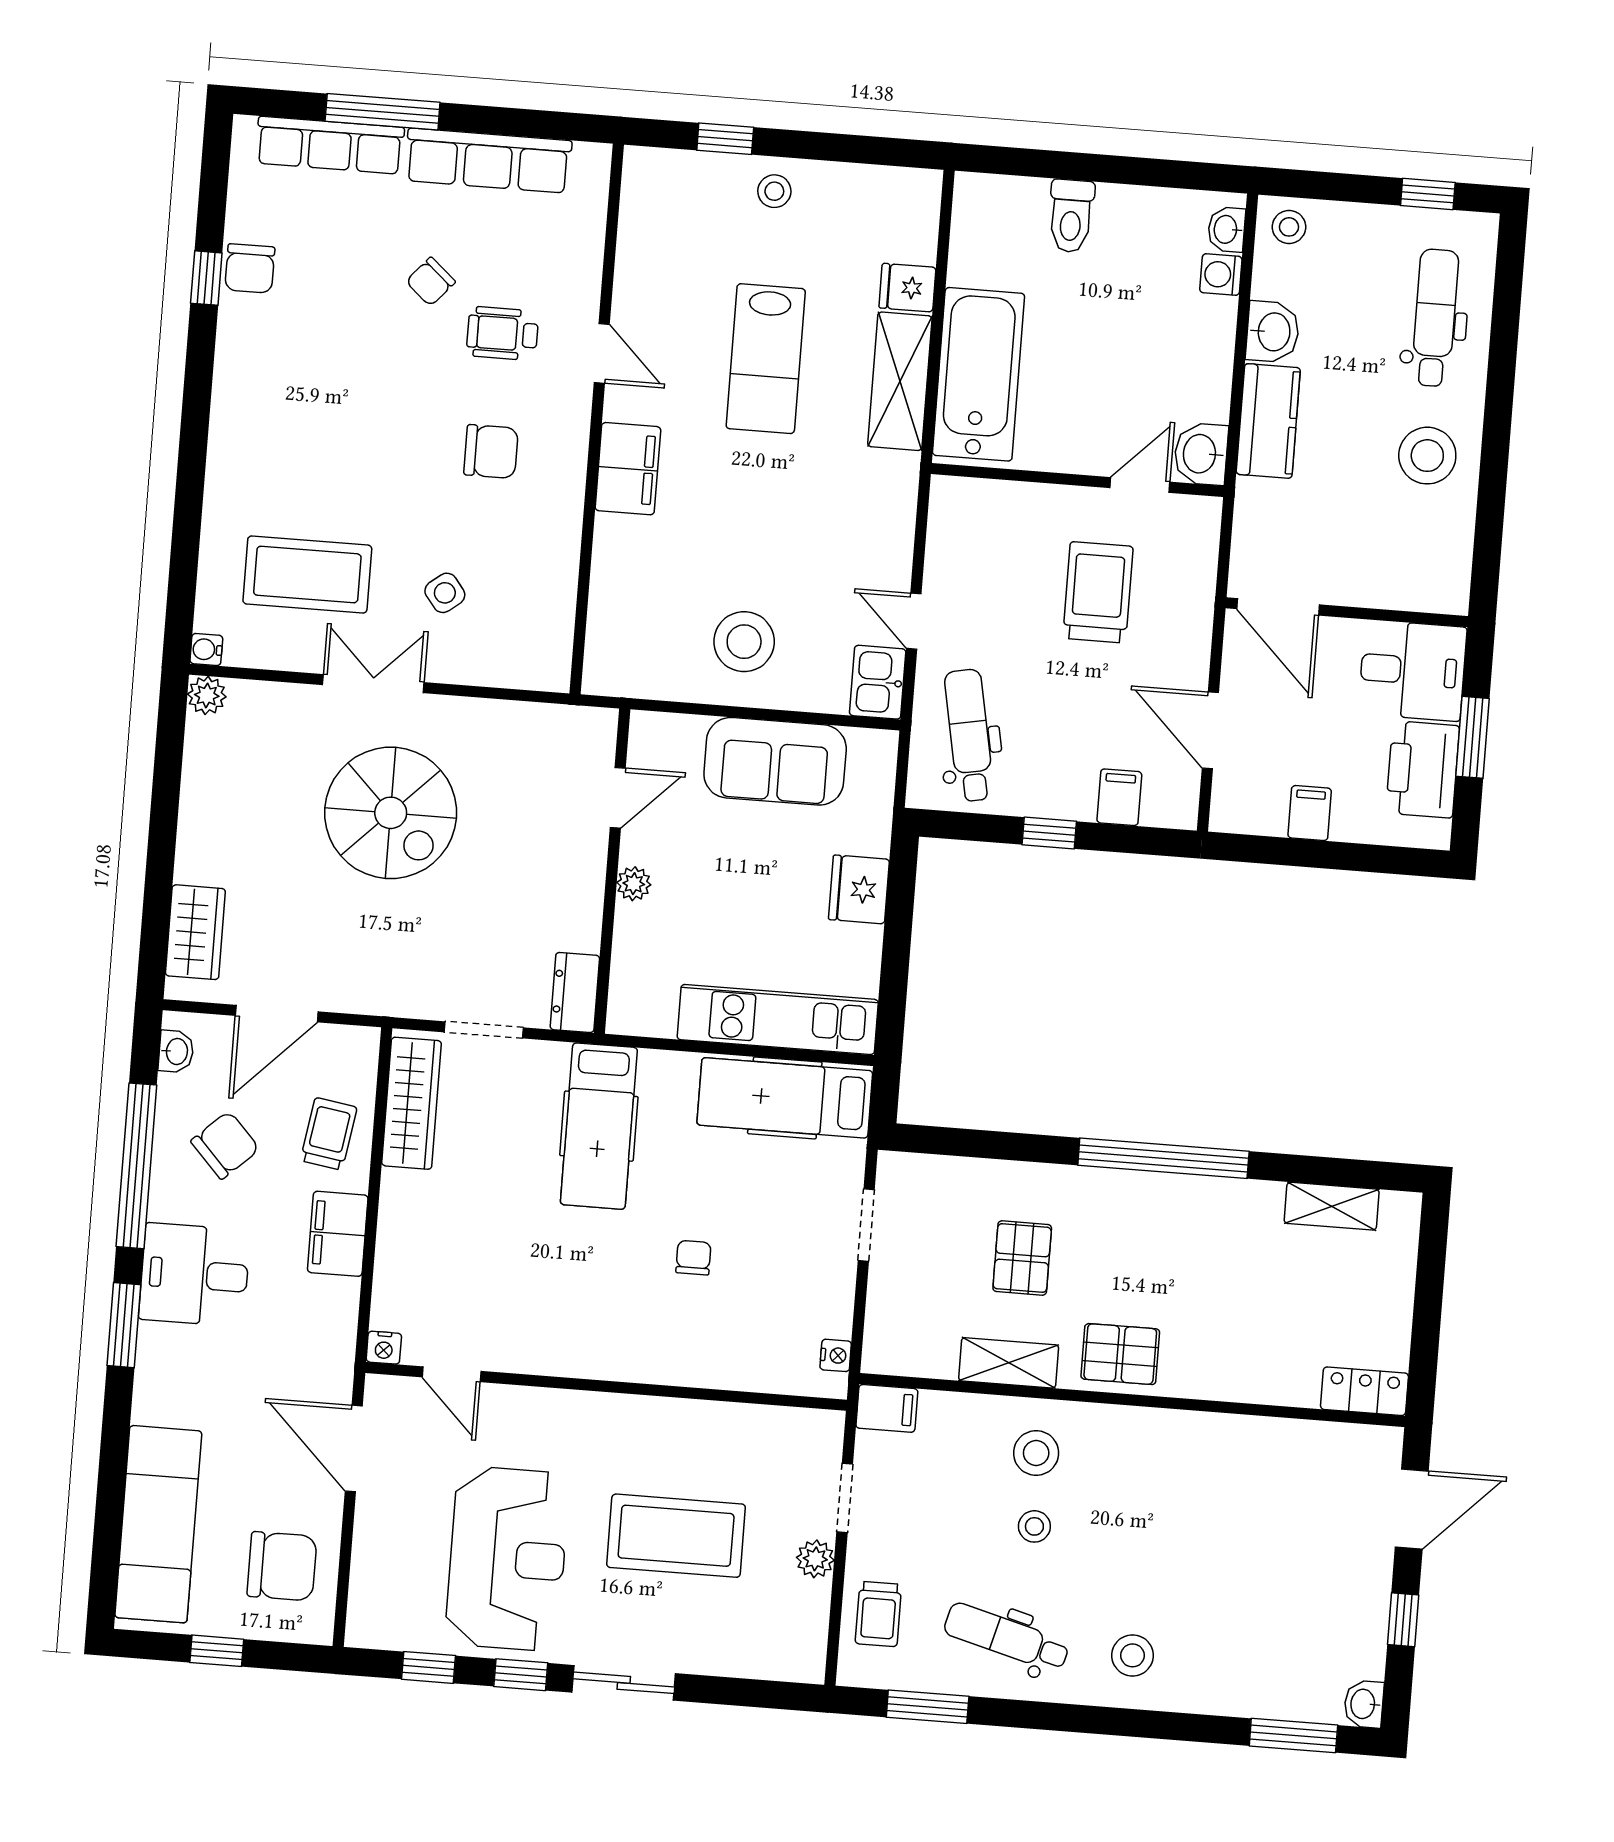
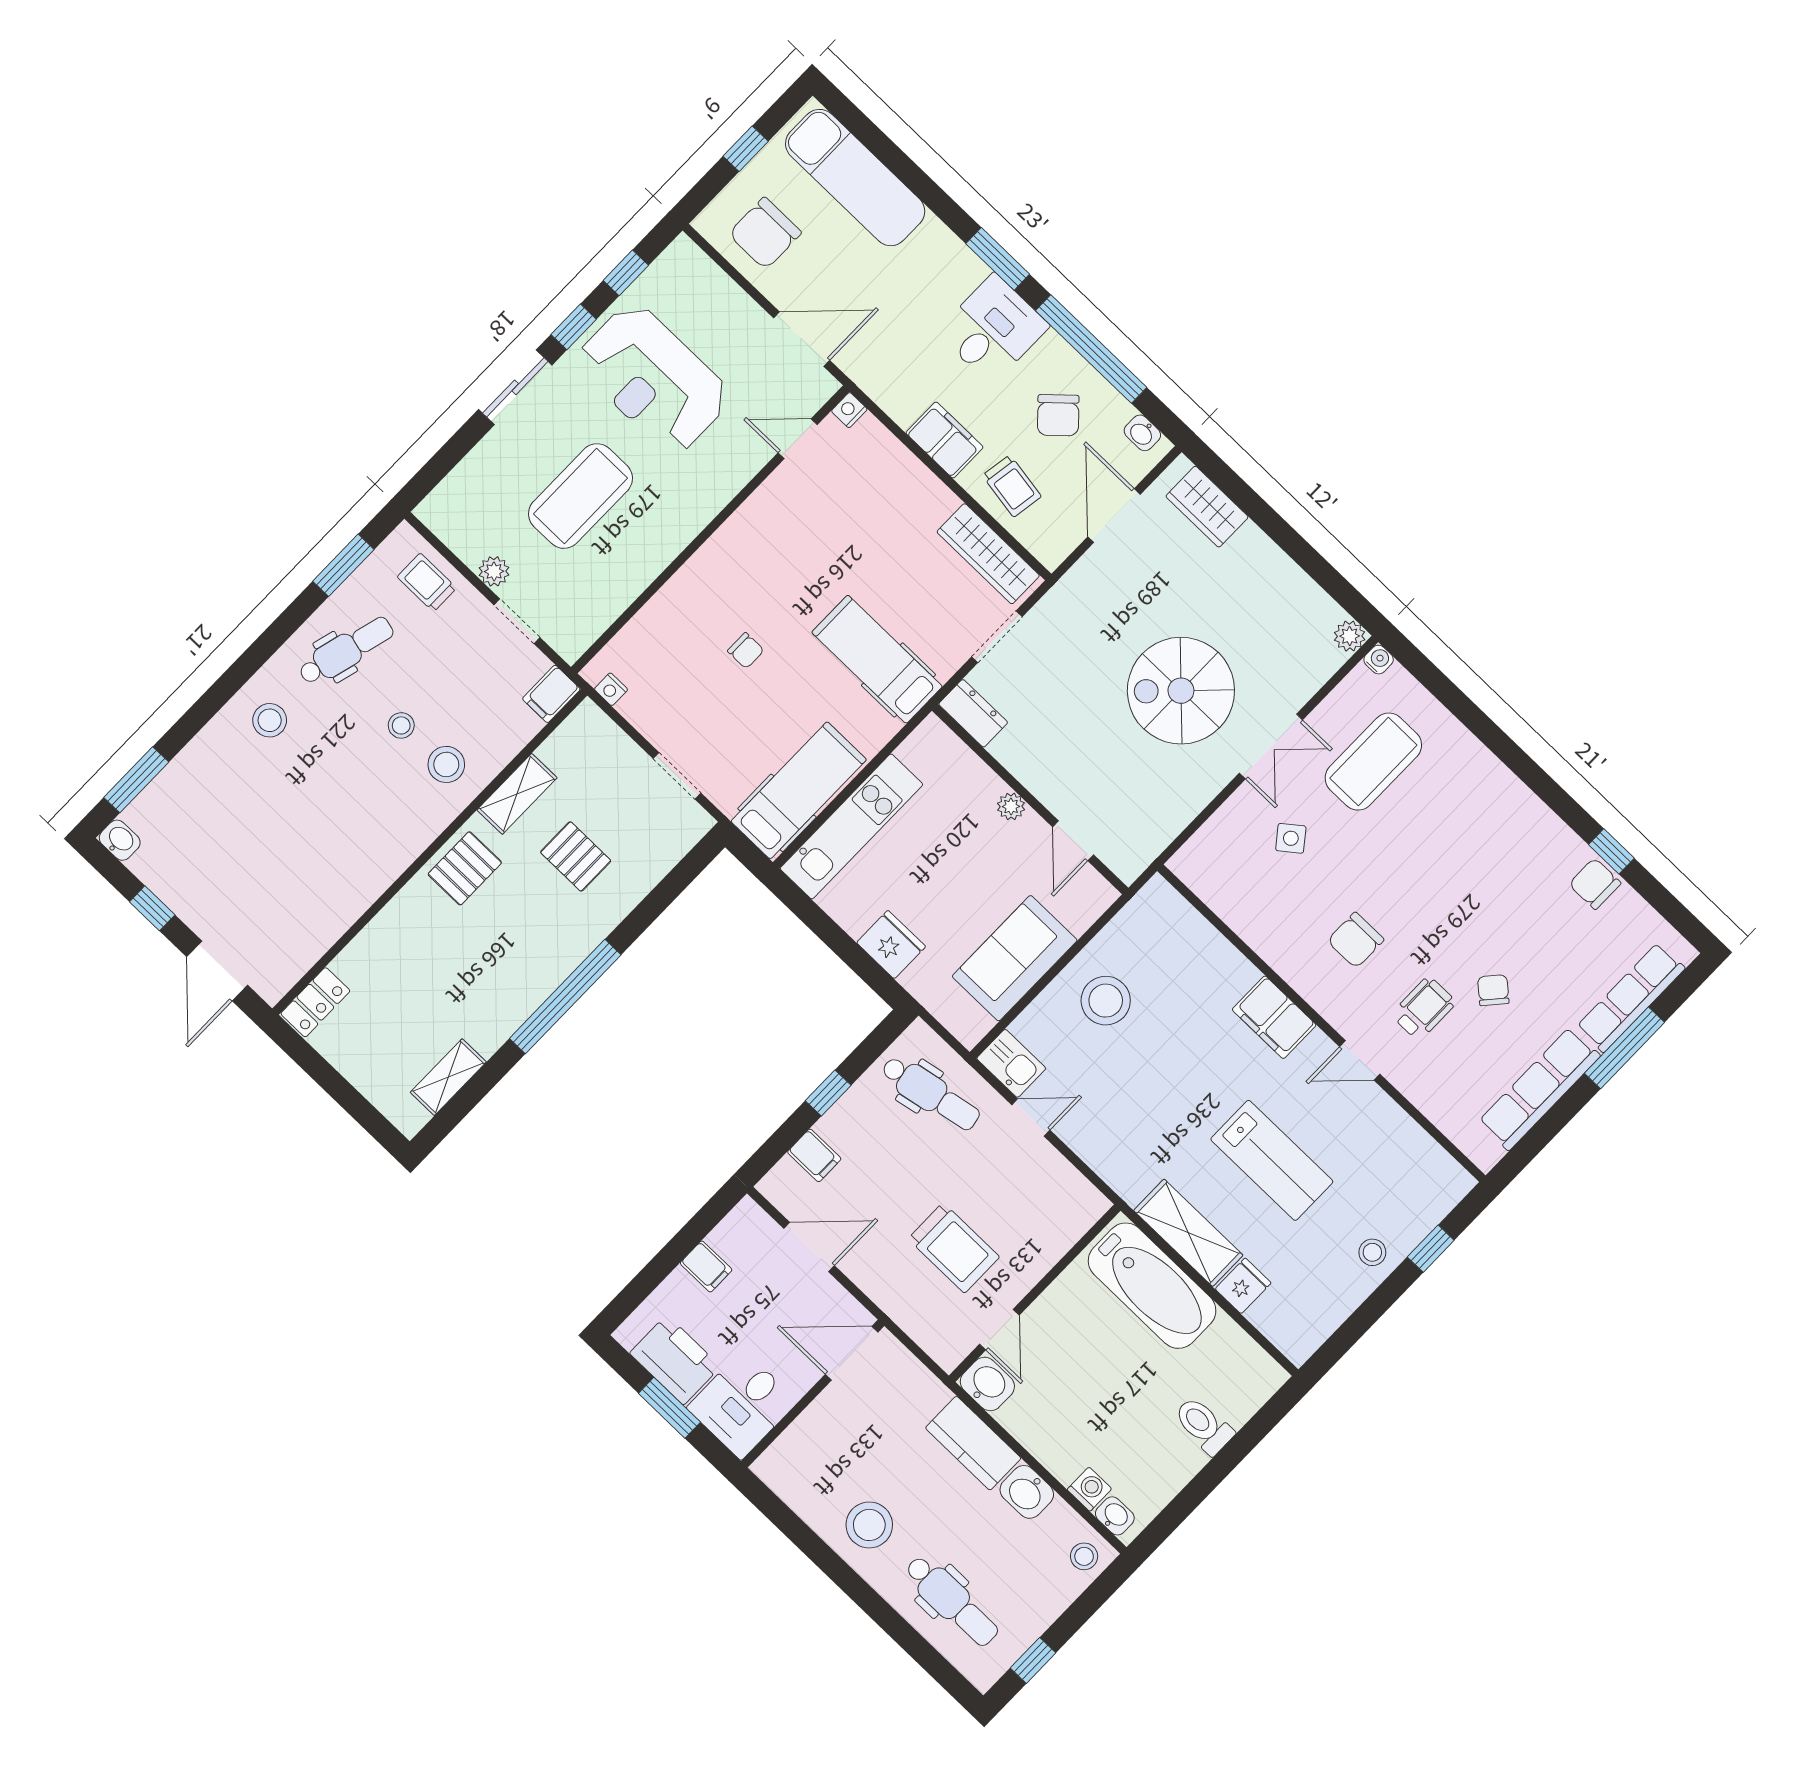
lab bench: (766, 359) -> (1272, 1160), turned 180

